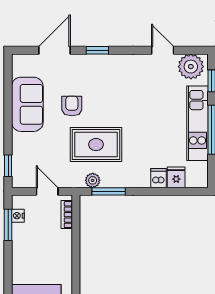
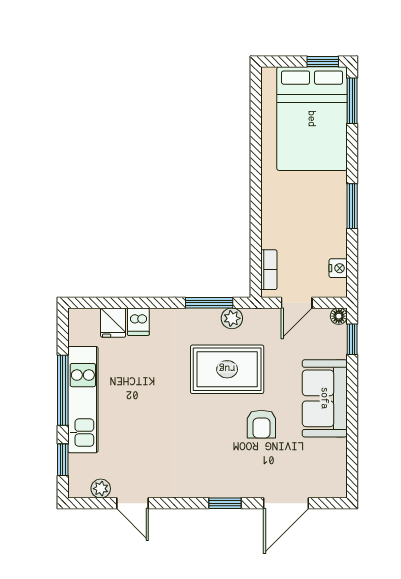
plant: (191, 67) -> (101, 489), width x0.53, depth x0.53
sofa: (27, 104) -> (325, 398), moved
floor lamp: (17, 182) -> (339, 316), added
door: (47, 191) -> (297, 303), hinge flipped
window: (8, 225) -> (352, 206), moved

